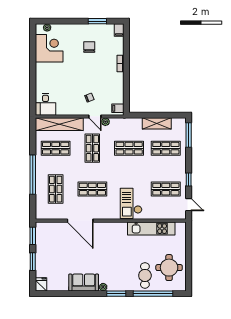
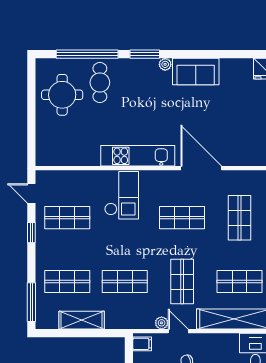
kitchen unit: (151, 229) -> (138, 156), moved

